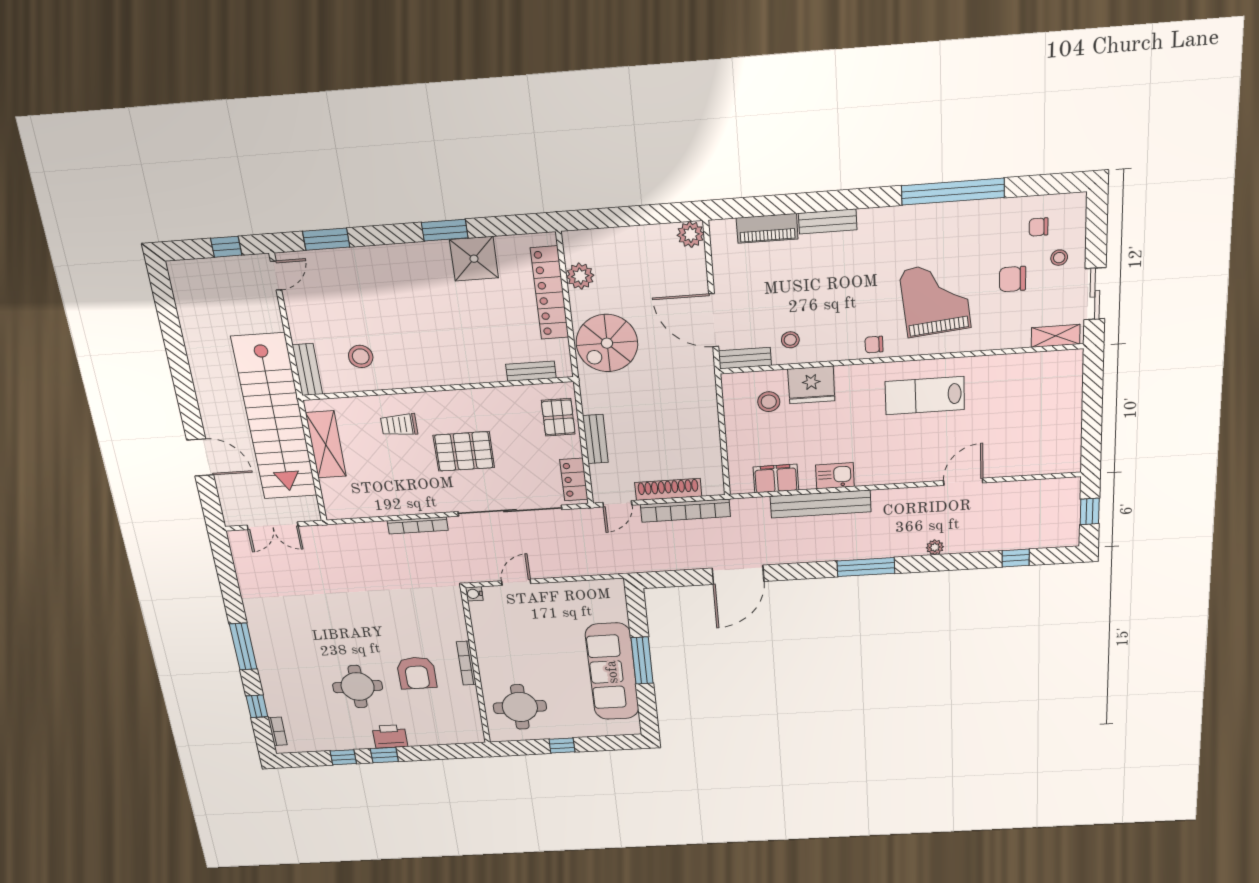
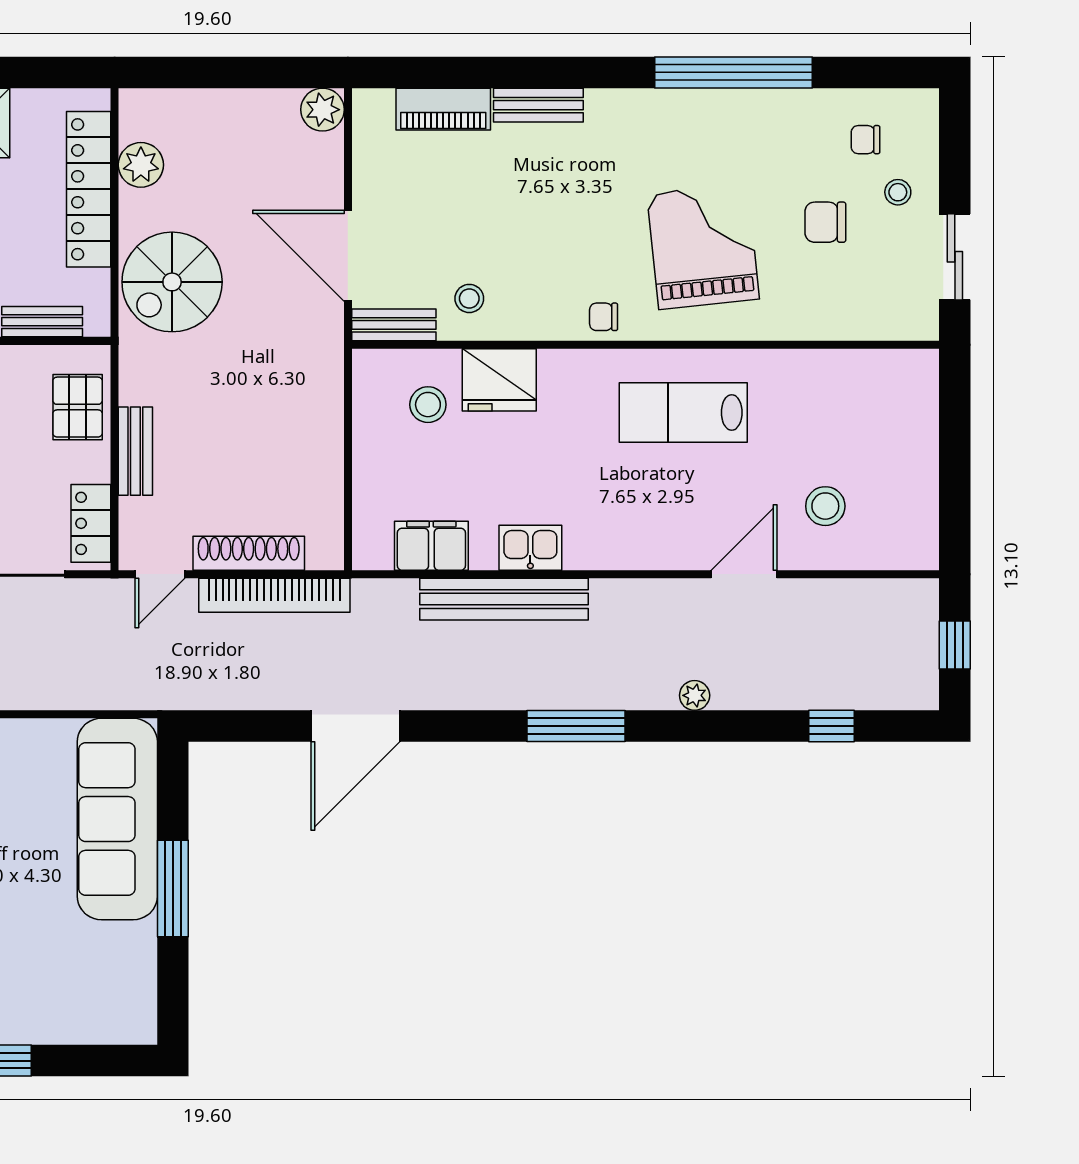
shelving: (1056, 336) -> (894, 324), removed
stool: (1012, 442) -> (825, 506), added
sofa: (612, 672) -> (117, 819), moved

